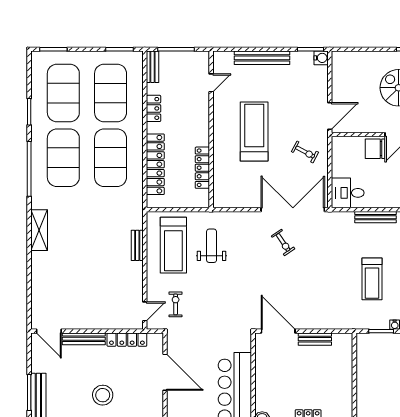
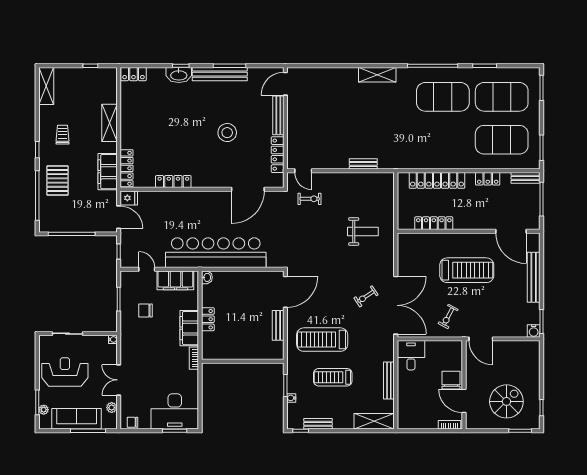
door: (211, 83) -> (511, 231), width x1.88
exercise mat: (111, 158) -> (443, 140), removed
treadmill: (173, 245) -> (322, 340), moved

